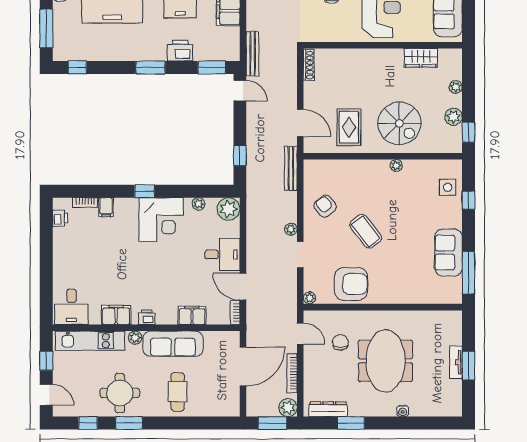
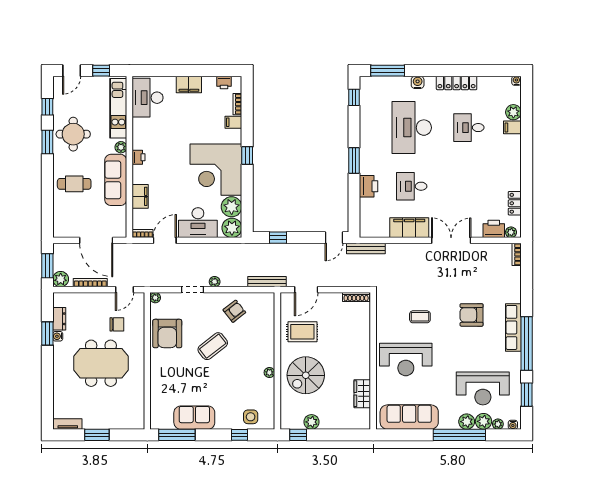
window: (212, 67) -> (354, 213), removed
plant: (456, 87) -> (337, 424), removed
plant: (199, 204) -> (232, 207), width x1.88, depth x1.88
corner desk: (161, 220) -> (216, 170), width x1.36, depth x1.36
desk: (222, 254) -> (198, 223), width x1.37
desk: (71, 307) -> (148, 98), width x1.37
filing cabinet: (116, 315) -> (189, 84), moved, turned 90
tv unit: (456, 362) -> (68, 424), moved
dresser: (328, 409) -> (59, 319), width x0.70
water cooler: (403, 411) -> (58, 336), moved

